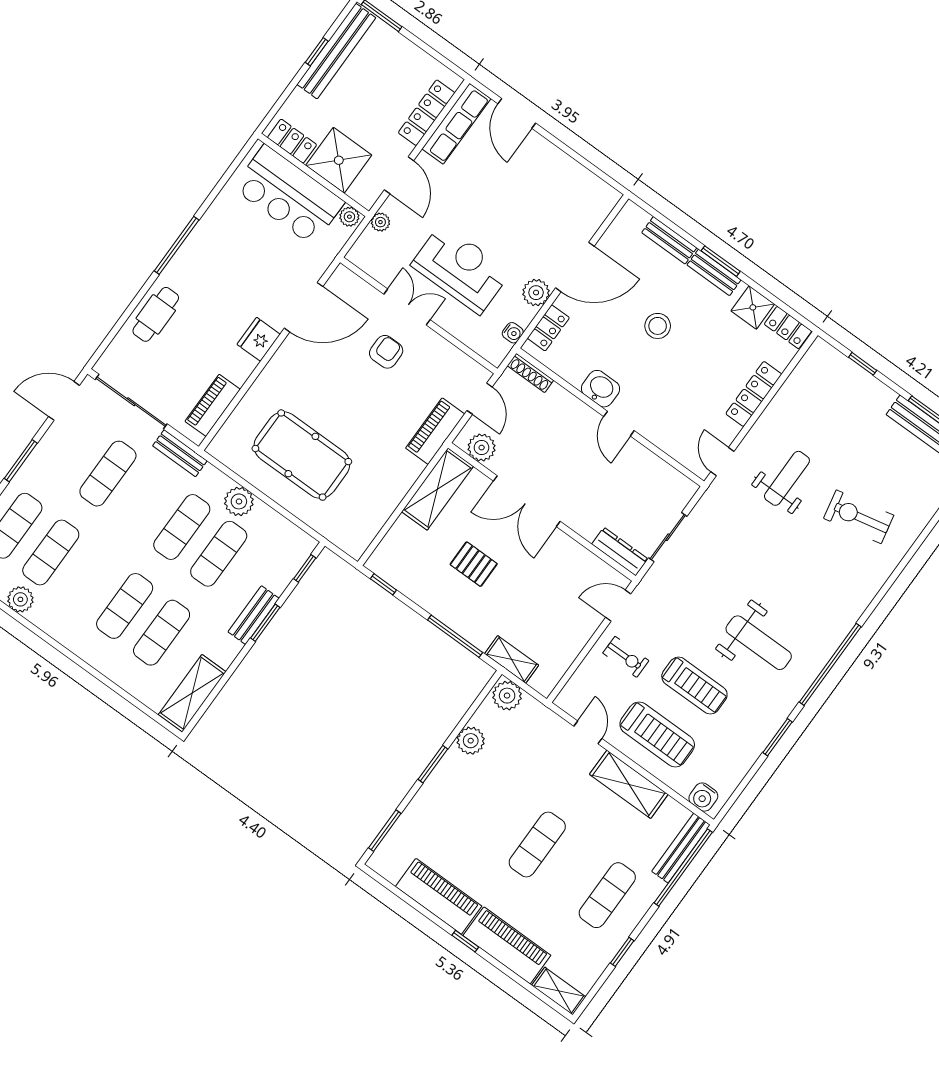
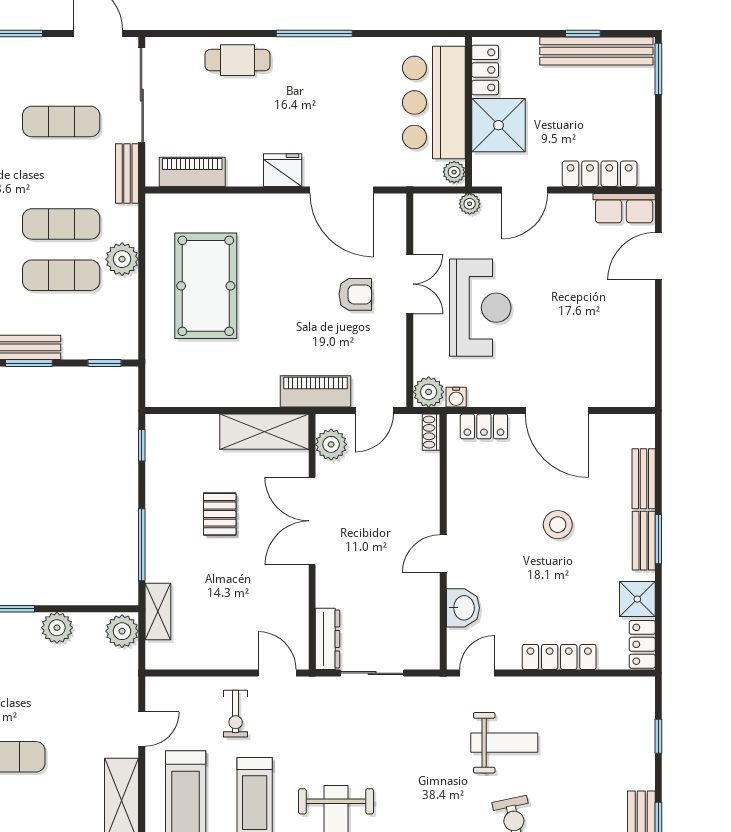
row of seats: (456, 124) -> (624, 208), width x0.68
plant: (536, 293) -> (429, 392), moved
shoe rack: (530, 373) -> (431, 432), width x0.70
washbasin: (601, 389) -> (463, 608), moved

